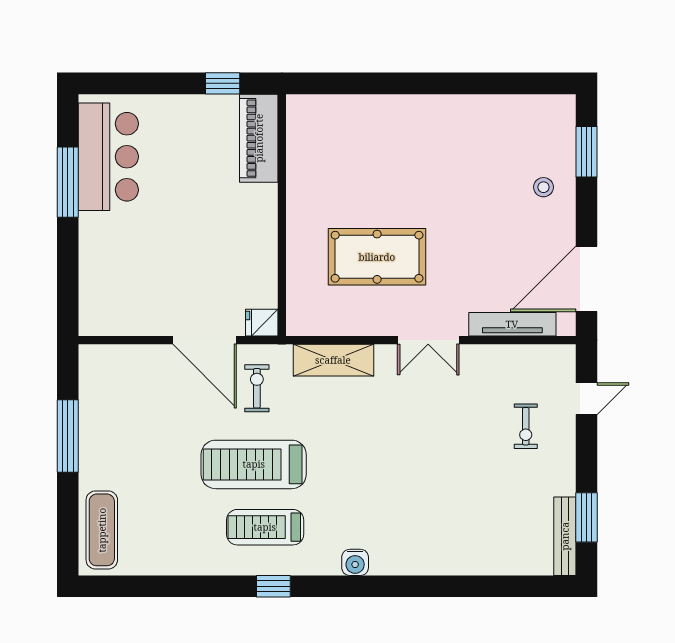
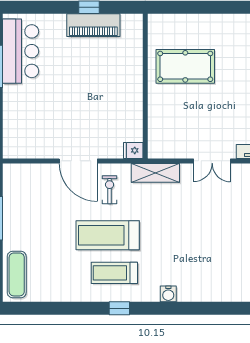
piano: (259, 138) -> (93, 25), moved, turned -90
wall: (282, 215) -> (145, 86), moved
pool table: (377, 257) -> (185, 66), moved
fridge: (262, 323) -> (133, 150), moved

